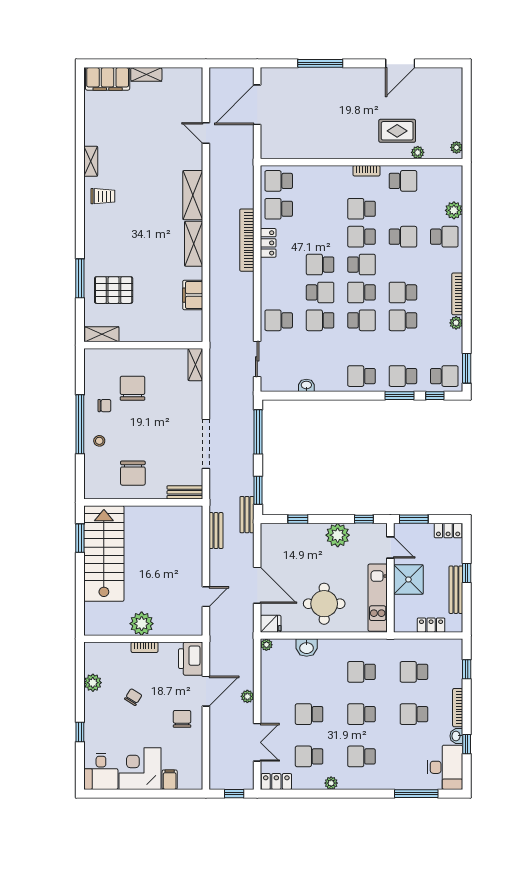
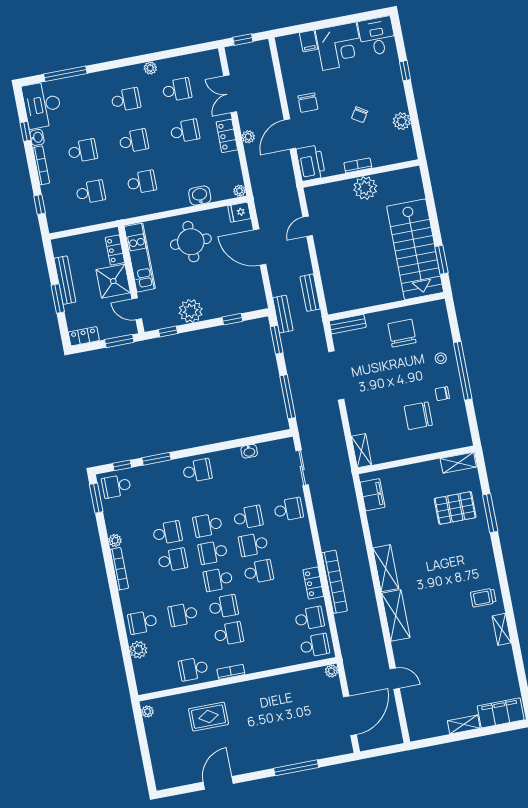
plant: (418, 152) -> (331, 671), moved
school desk: (361, 292) -> (213, 552), turned 180
filing cabinet: (193, 295) -> (373, 495), moved
school desk: (403, 376) -> (157, 478), removed
chair: (132, 388) -> (418, 416), turned 90
window: (467, 573) -> (58, 298), width x1.50
locker: (431, 625) -> (115, 250), moved, turned 90
locker: (276, 782) -> (227, 136), moved, turned 90

